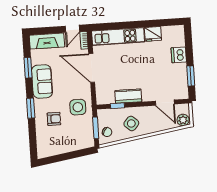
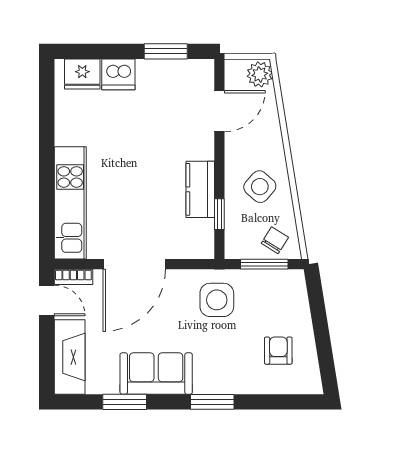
fridge: (153, 34) -> (82, 74), moved, turned 90
armchair: (54, 119) -> (278, 351), moved

